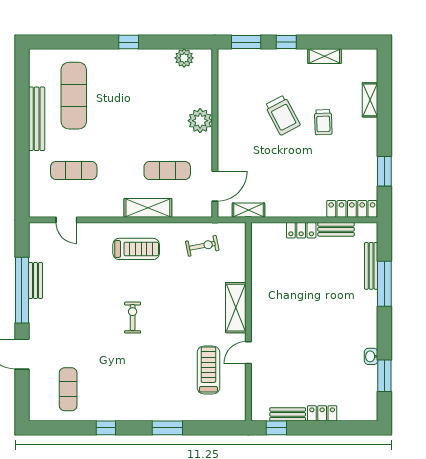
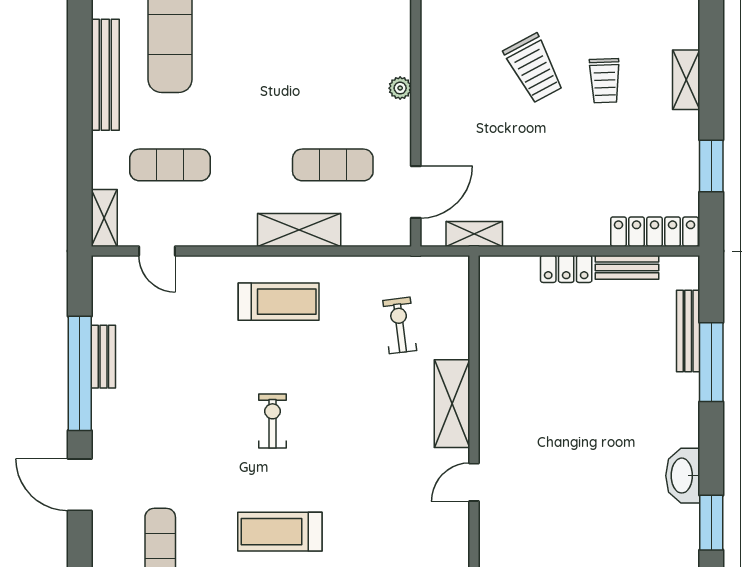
shelving: (370, 100) -> (686, 80), moved
plant: (200, 121) -> (400, 88), width x0.53, depth x0.53
shelving: (36, 201) -> (104, 218), added
exercise bike: (202, 246) -> (400, 325), moved, turned -86
washbasin: (371, 356) -> (683, 476), width x1.91, depth x1.45
treadmill: (208, 370) -> (280, 532), moved, turned -90

